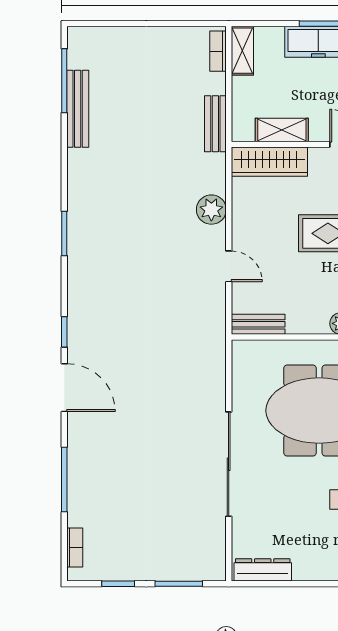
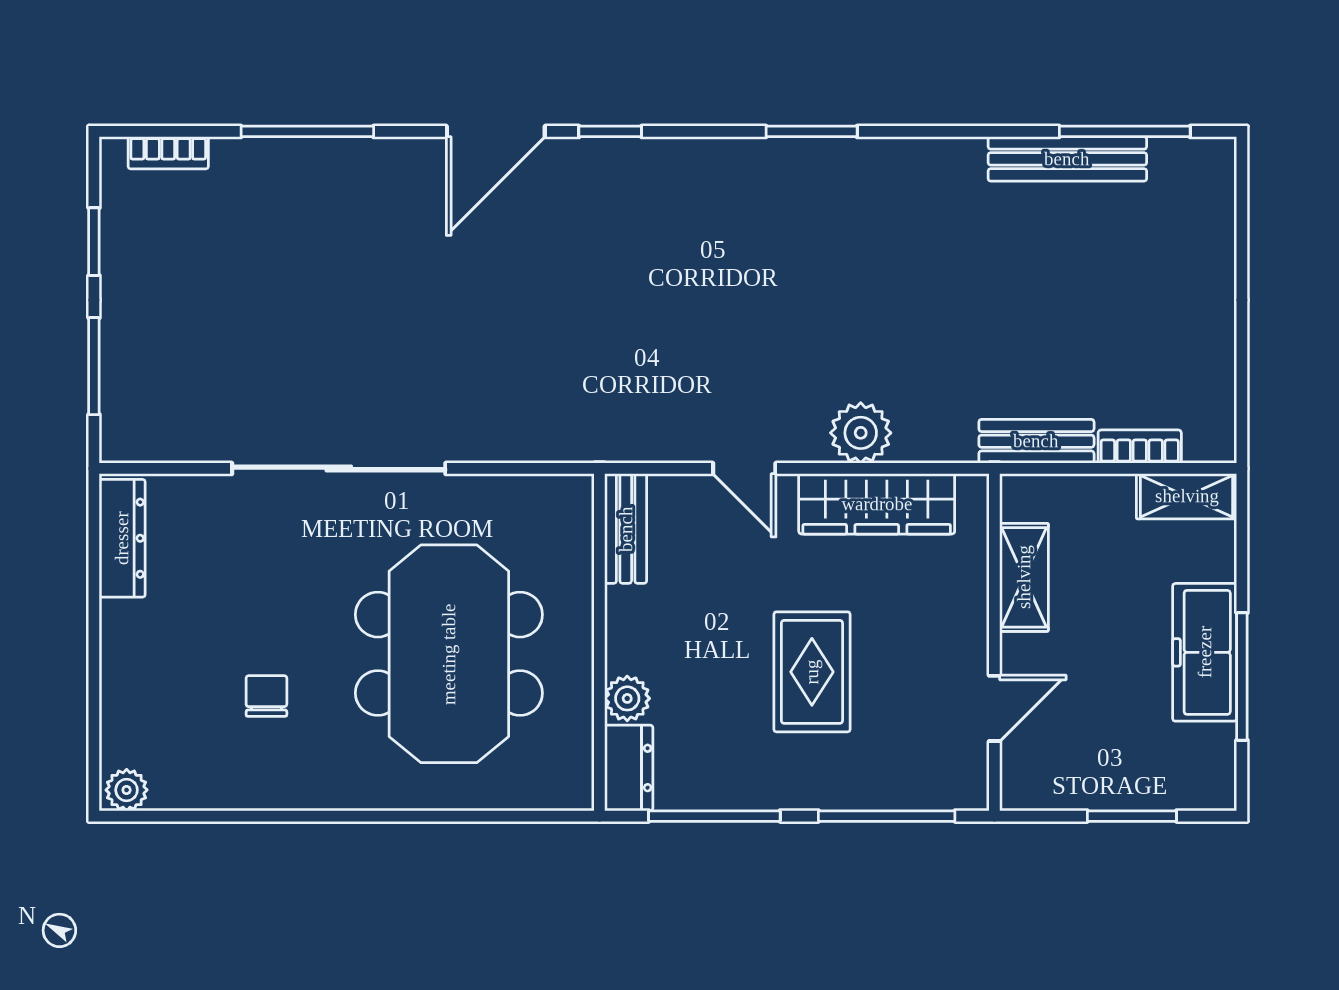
bookcase: (218, 51) -> (1140, 447), moved
wardrobe: (269, 162) -> (877, 504), moved, turned -90
door: (229, 266) -> (744, 468), hinge flipped

